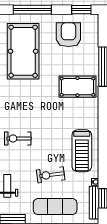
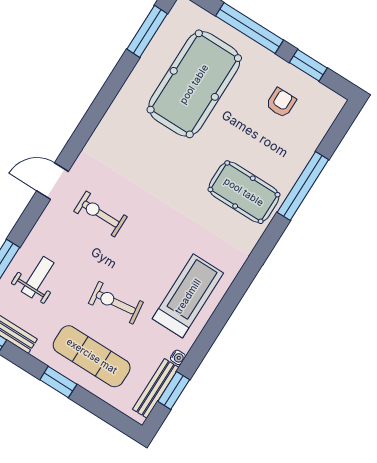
window: (81, 10) -> (308, 65), moved
armchair: (68, 35) -> (281, 103), width x0.53, depth x0.53
treadmill: (82, 151) -> (188, 296), turned 180

